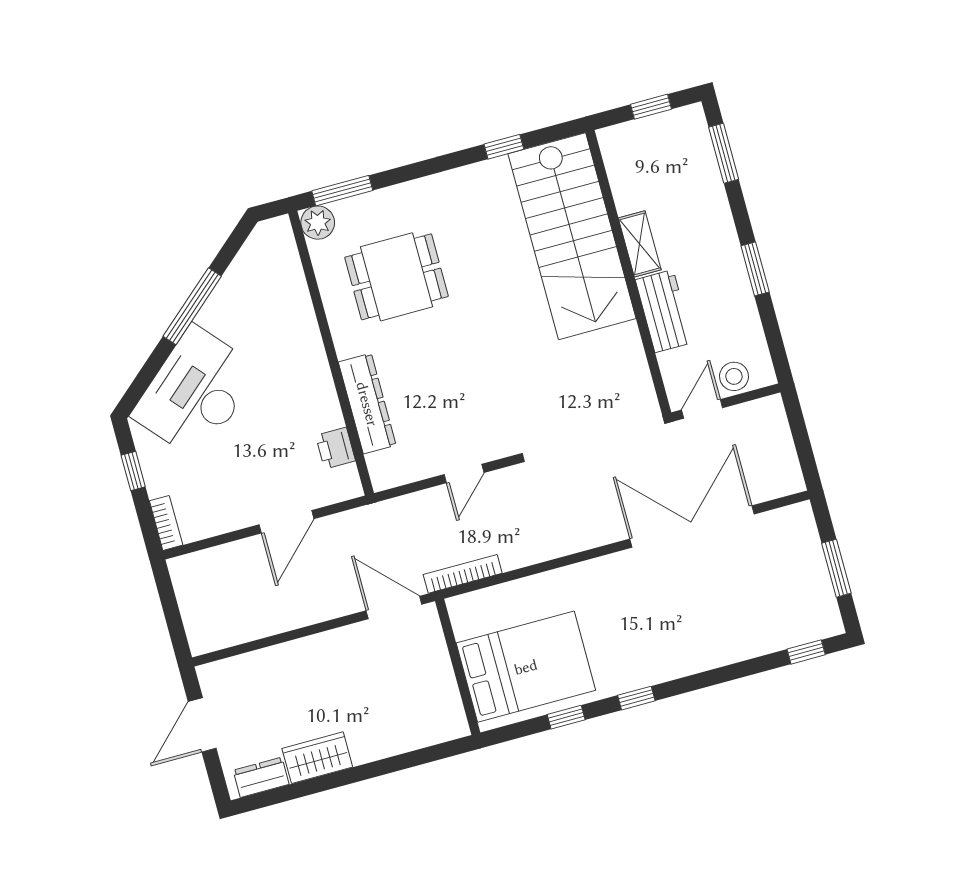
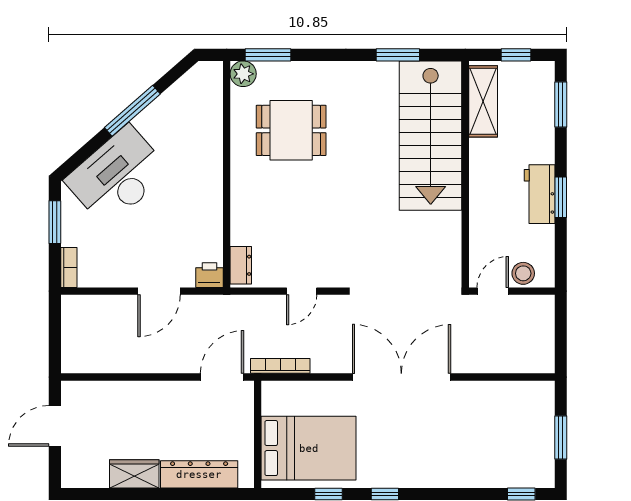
window: (504, 147) -> (398, 55), width x1.50
shelving: (640, 244) -> (483, 101), moved, width x1.50, depth x1.33
workbench: (664, 311) -> (540, 194), moved, turned 180
dresser: (367, 404) -> (241, 265), moved, width x0.51, depth x0.80
printer: (335, 448) -> (209, 275), moved, turned 90
window: (133, 471) -> (55, 222), width x1.50
double door: (692, 527) -> (401, 377), moved
door: (394, 608) -> (222, 377), hinge flipped
dresser: (261, 777) -> (199, 474), moved, width x1.96, depth x1.24

